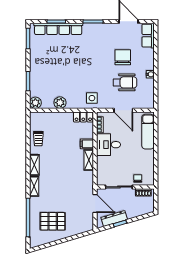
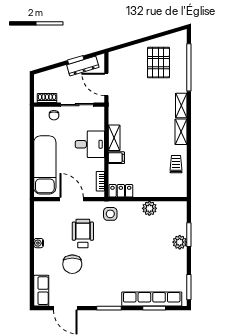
wheelchair: (125, 82) -> (83, 233), moved, turned 90
plant: (35, 103) -> (180, 242), moved
exam couch: (148, 132) -> (45, 165), width x1.36, depth x1.45
desk: (109, 145) -> (90, 144), moved
pallet: (53, 221) -> (158, 63), turned 90

